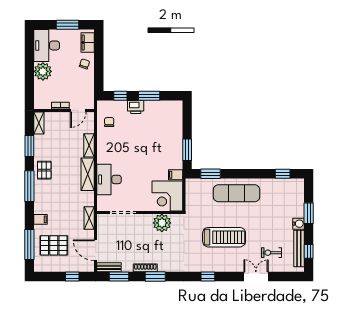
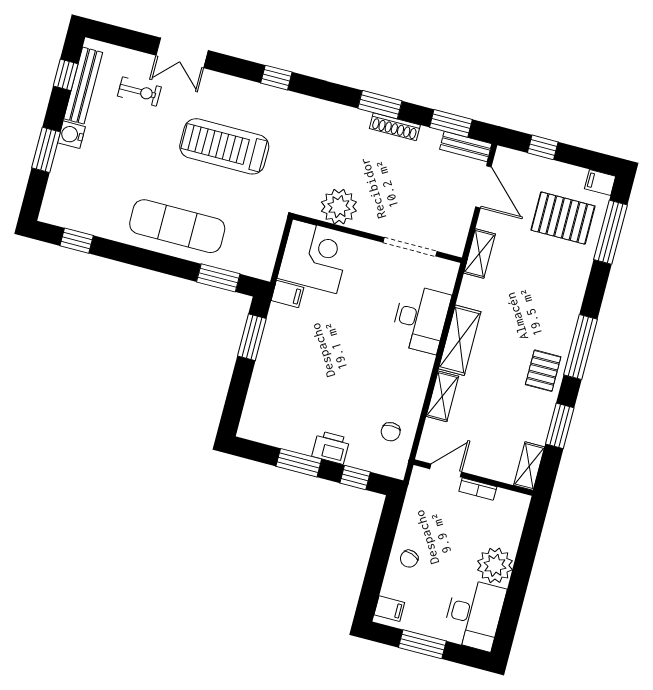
filing cabinet: (88, 42) -> (389, 609), width x0.50
filing cabinet: (41, 219) -> (600, 183), moved

